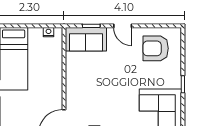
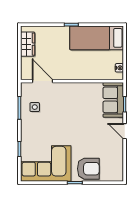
door: (123, 26) -> (125, 131), hinge flipped
armchair: (156, 48) -> (88, 169), moved, turned 90

